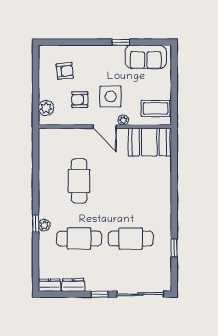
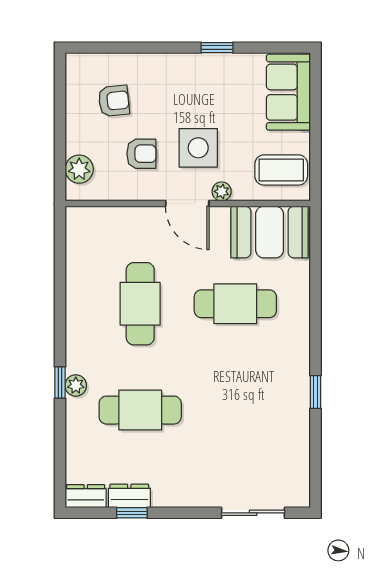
sofa: (146, 57) -> (288, 92), moved, turned 90
armchair: (80, 100) -> (141, 154), turned 180
cafe table: (131, 239) -> (235, 304), moved
window: (174, 248) -> (316, 392), moved
window: (100, 294) -> (132, 513), moved
sliding door: (140, 294) -> (253, 513), width x0.73

